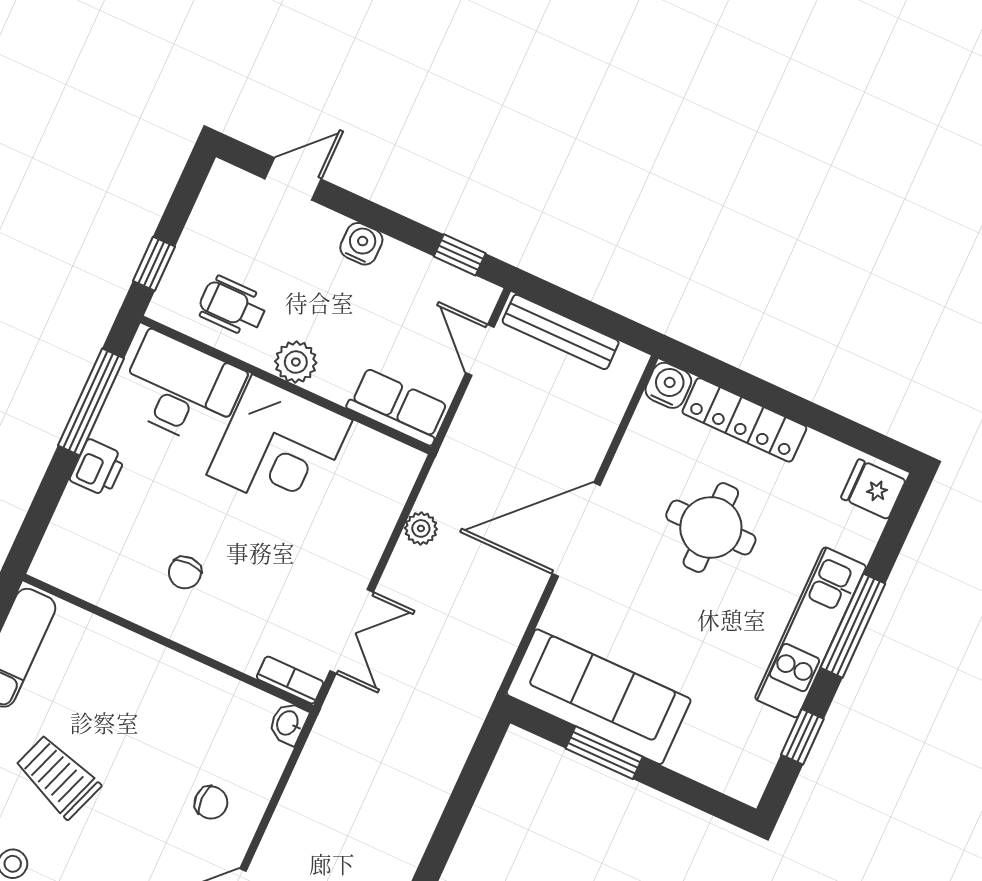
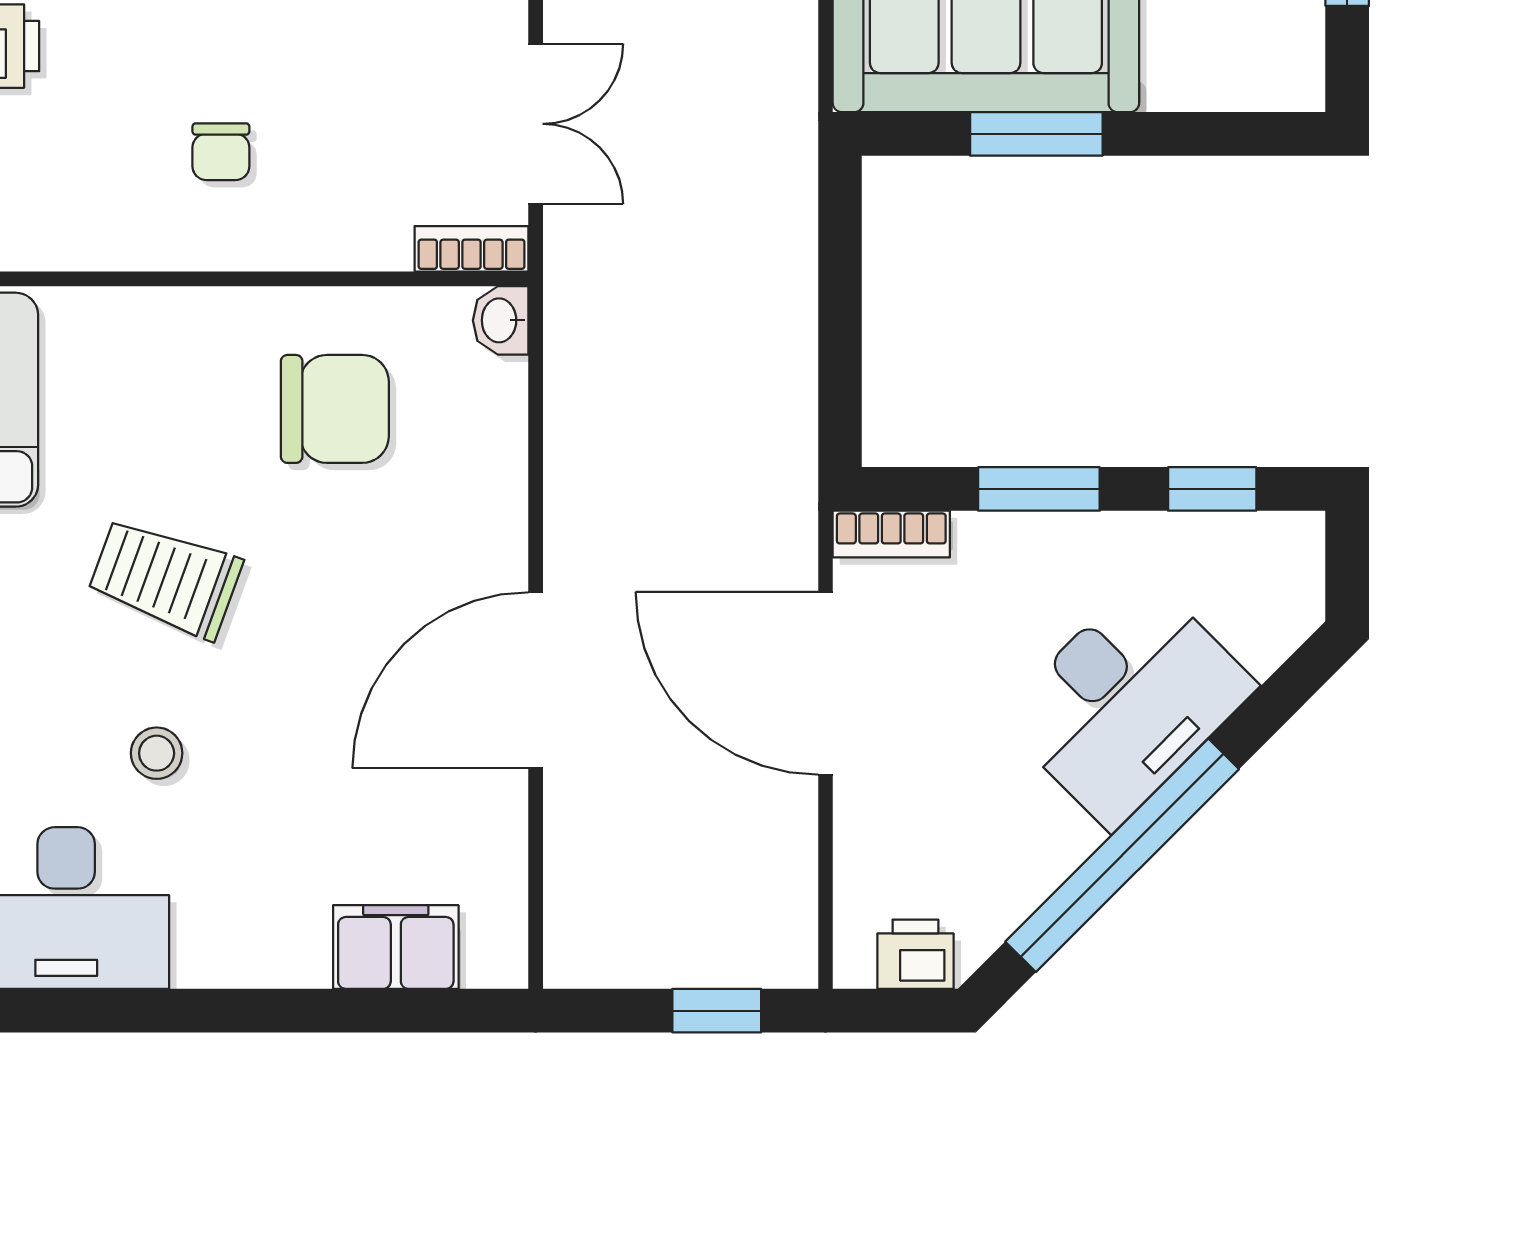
chair: (211, 802) -> (335, 409), moved, width x1.87, depth x1.87

